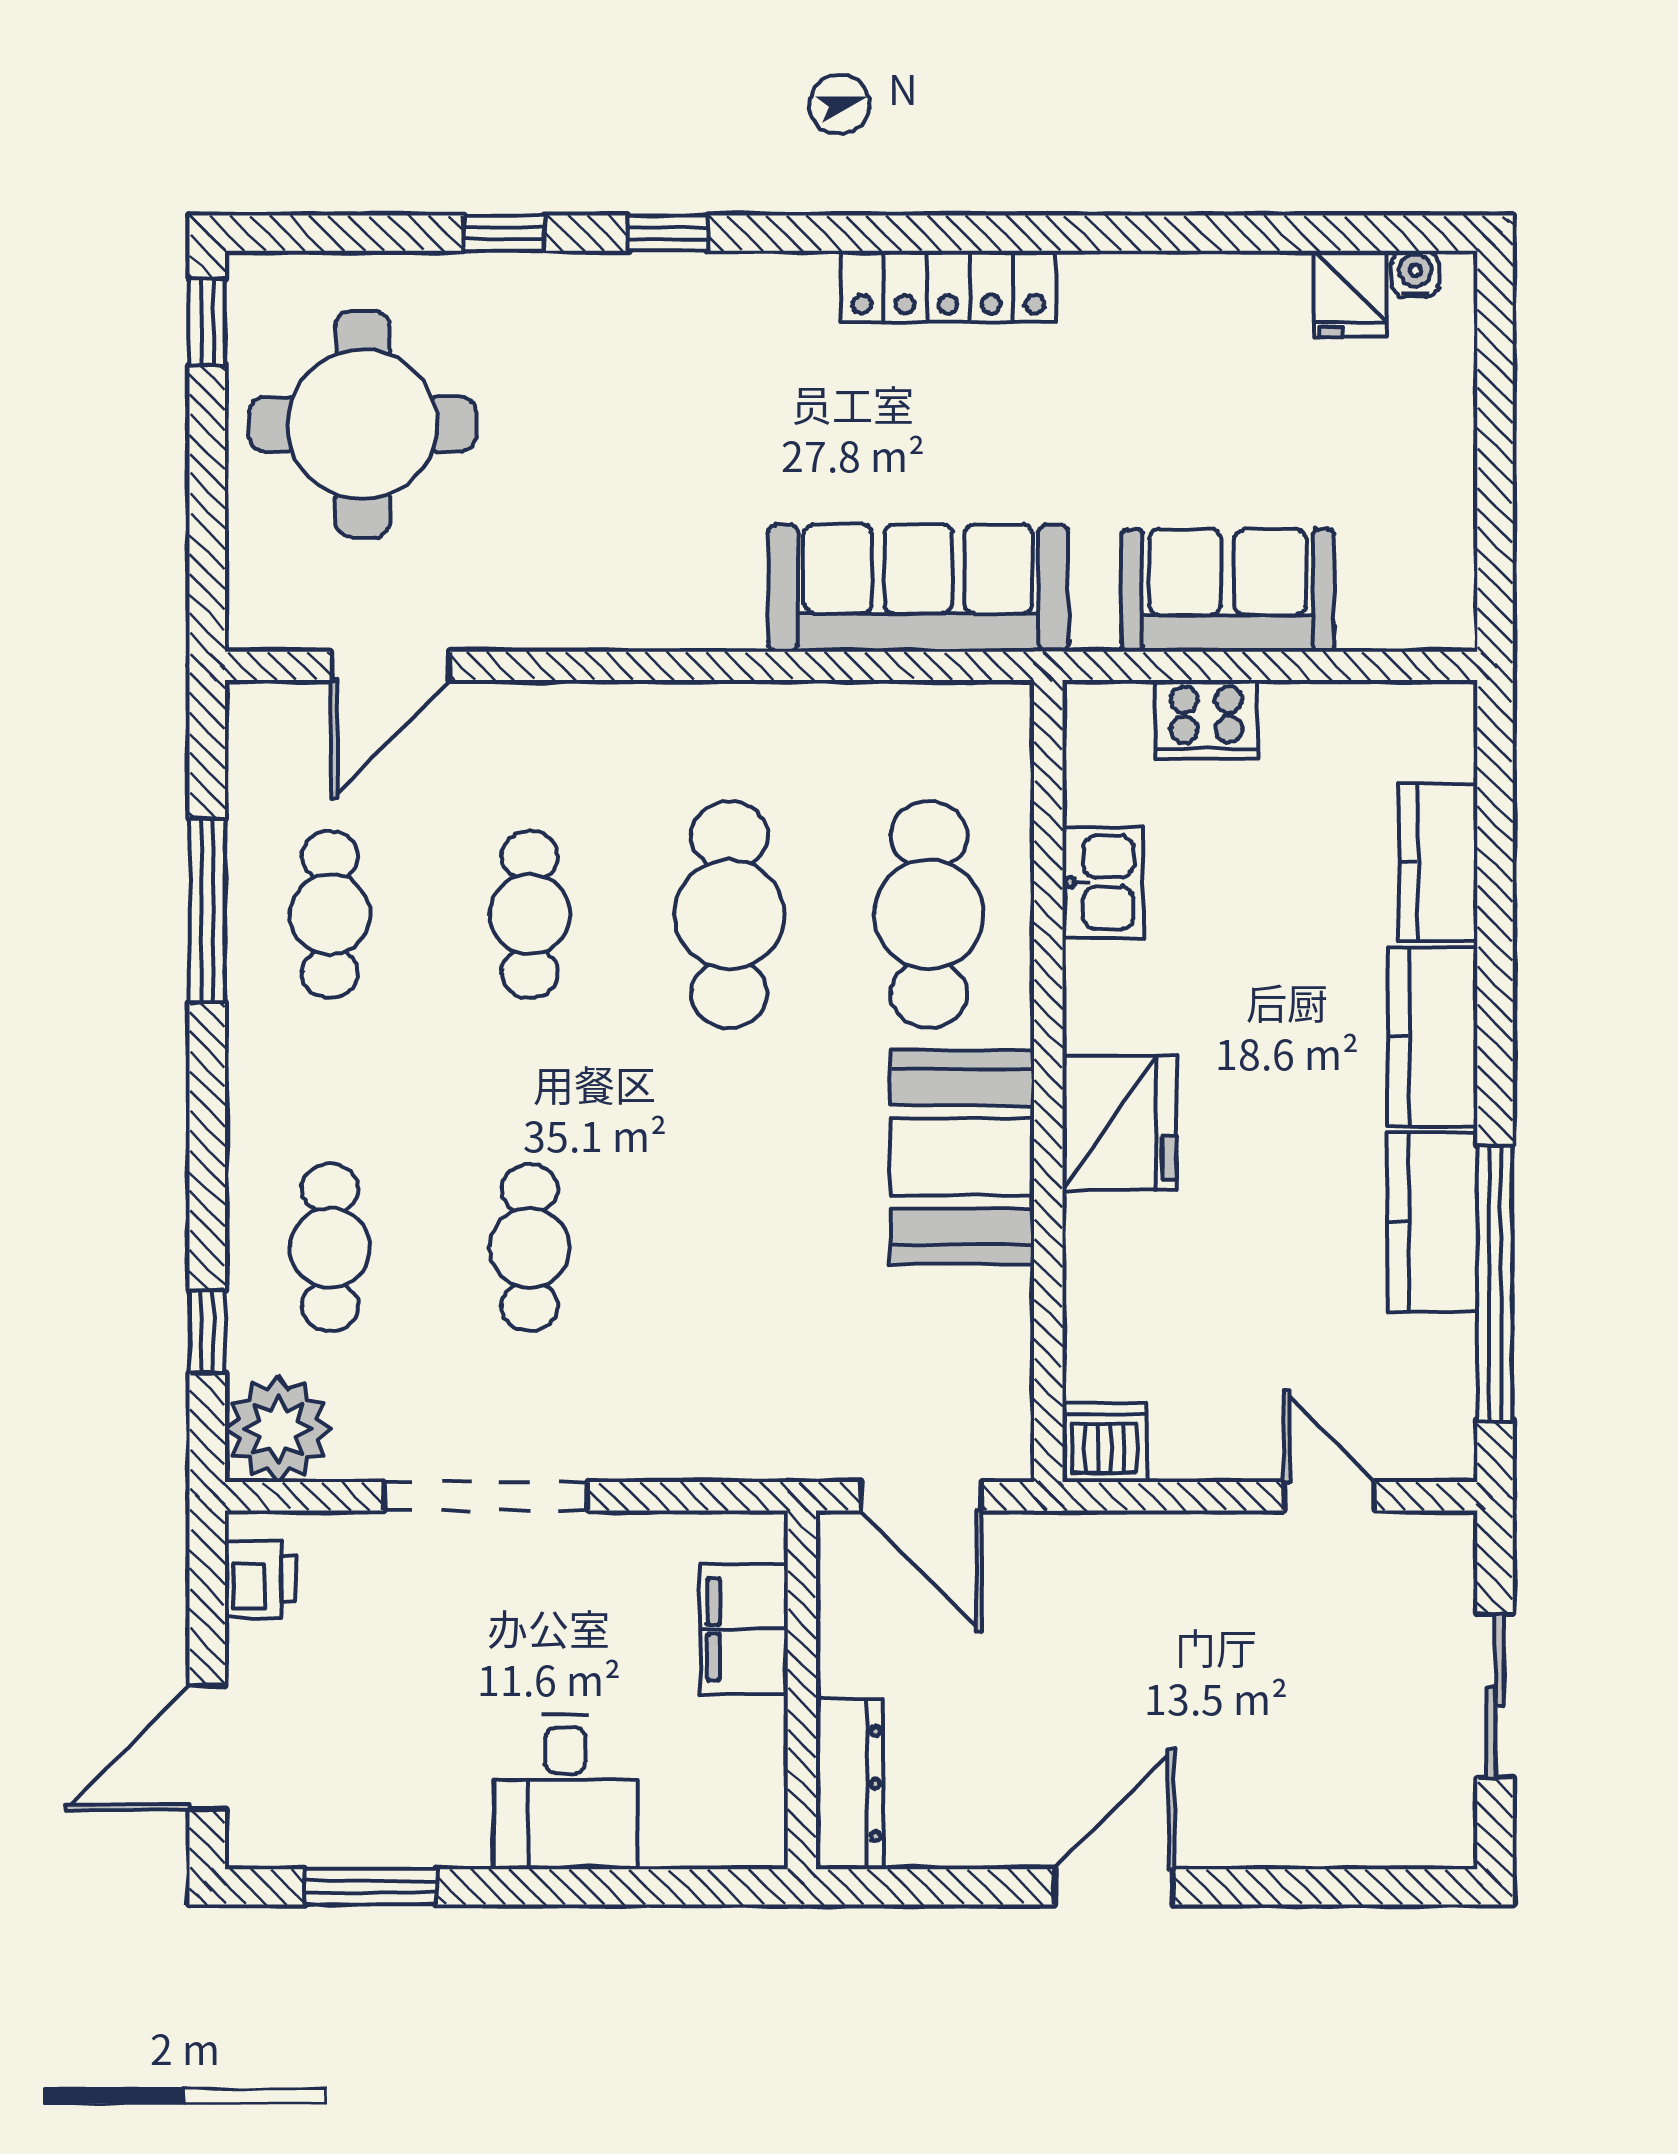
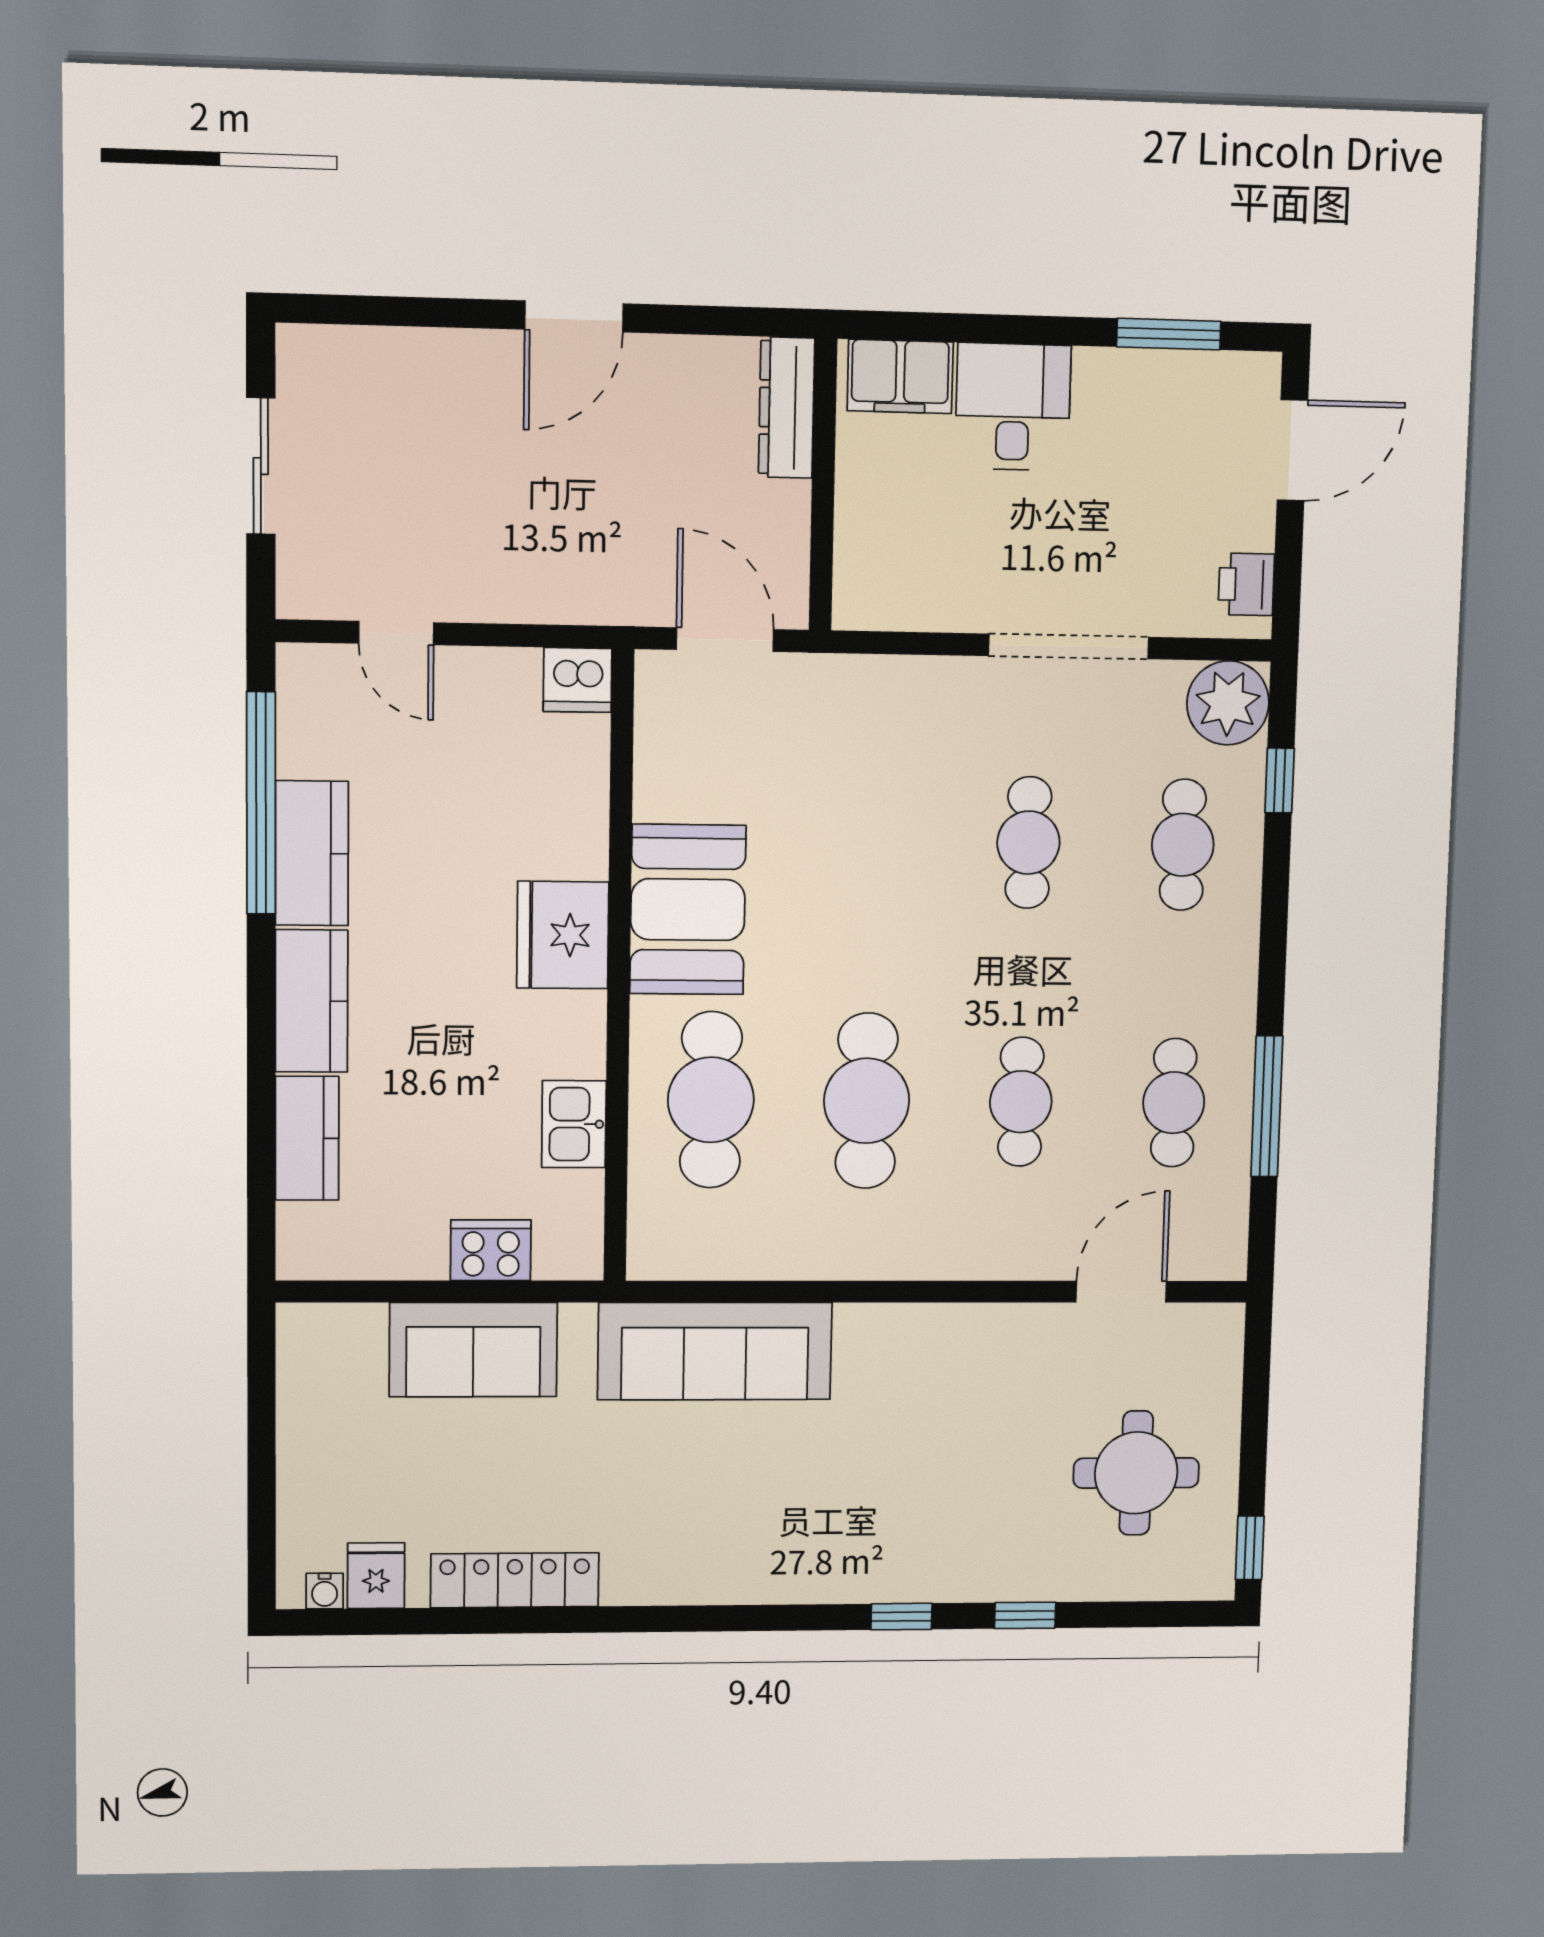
locker: (948, 286) -> (515, 1580), moved
round table: (363, 424) -> (1136, 1473), width x0.73, depth x0.73
filing cabinet: (744, 1629) -> (900, 376), moved, turned 90

